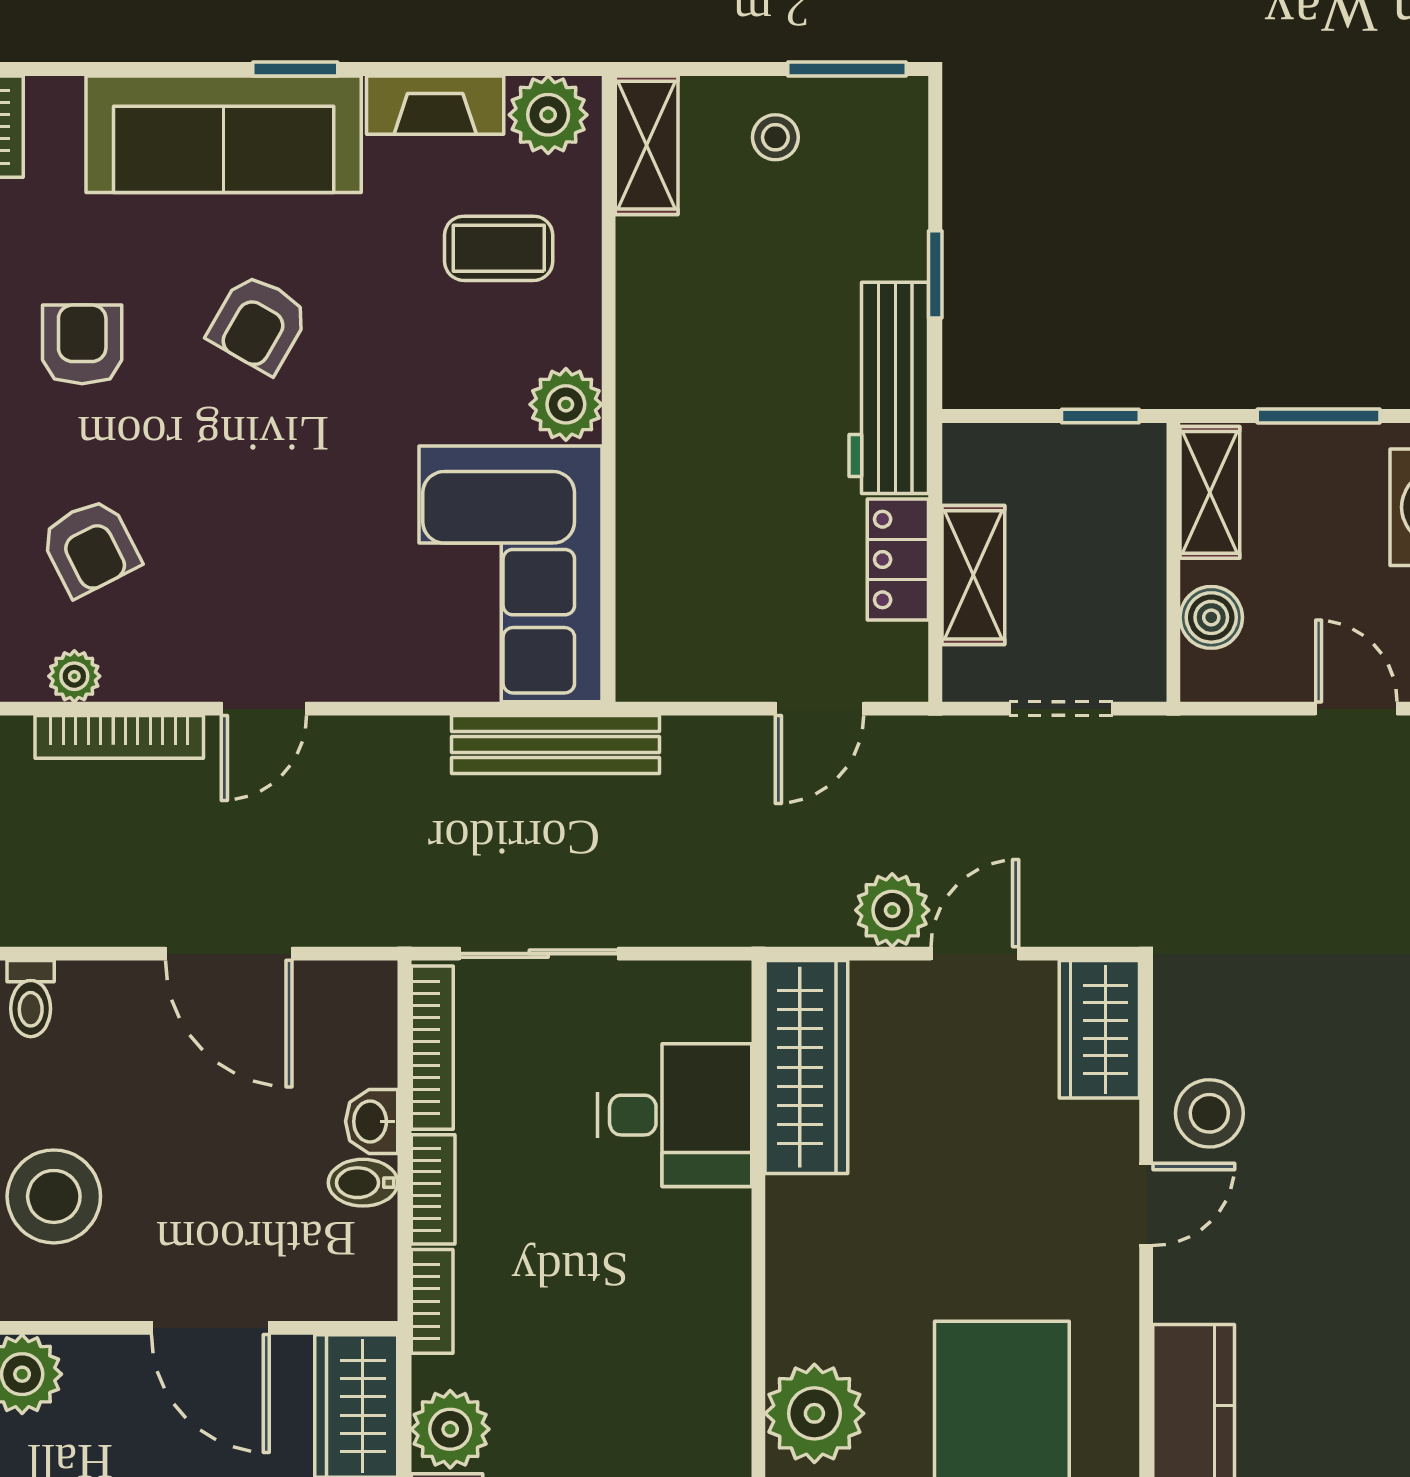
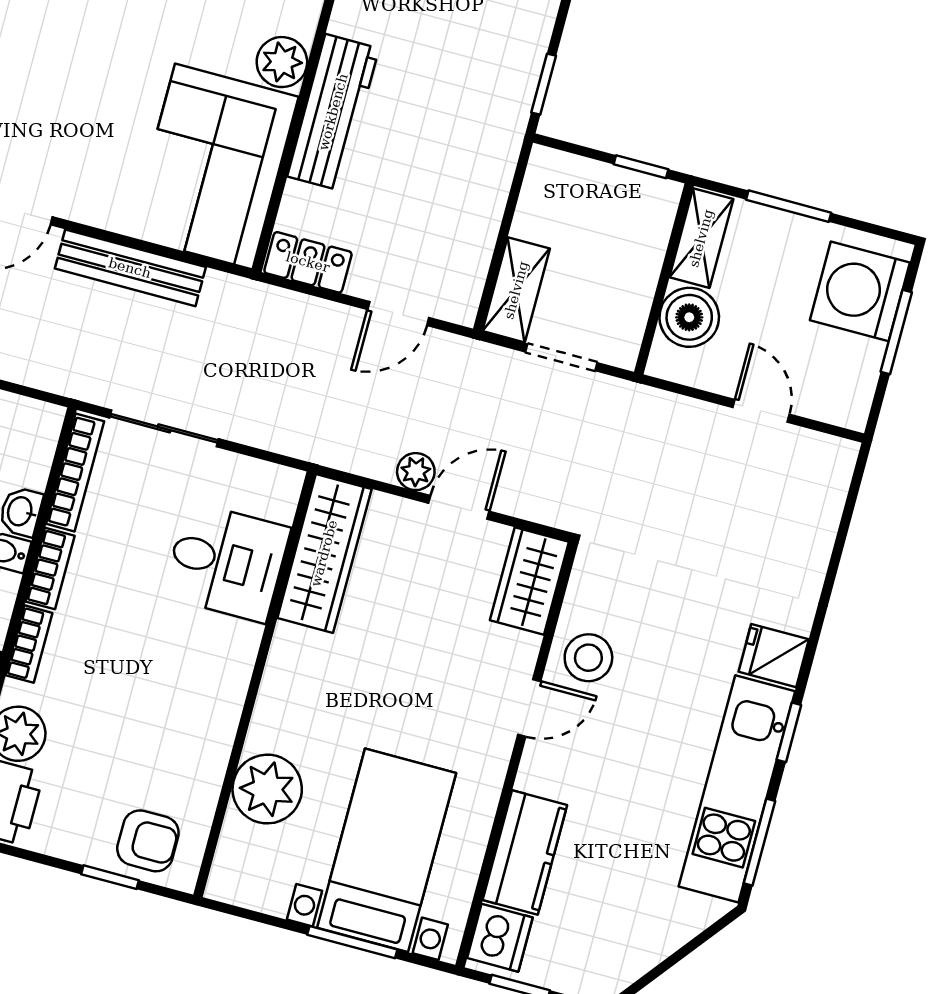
window: (935, 274) -> (544, 84), moved
workbench: (889, 388) -> (333, 112), moved, turned 180
locker: (898, 560) -> (308, 262), moved, turned 90
shelving: (973, 575) -> (516, 290), moved
boiler: (1211, 617) -> (689, 317), width x1.36, depth x1.36
bench: (556, 745) -> (130, 268), moved
plant: (892, 910) -> (416, 472), width x0.73, depth x0.73

